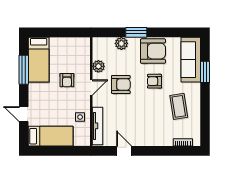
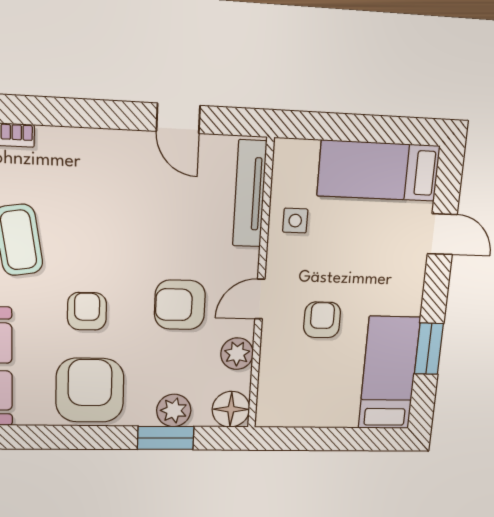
window: (136, 32) -> (166, 438), moved
floor lamp: (100, 44) -> (231, 409), added
armchair: (153, 51) -> (90, 390), turned 90
window: (24, 70) -> (429, 349), width x0.69
armchair: (155, 81) -> (87, 311), turned -90

